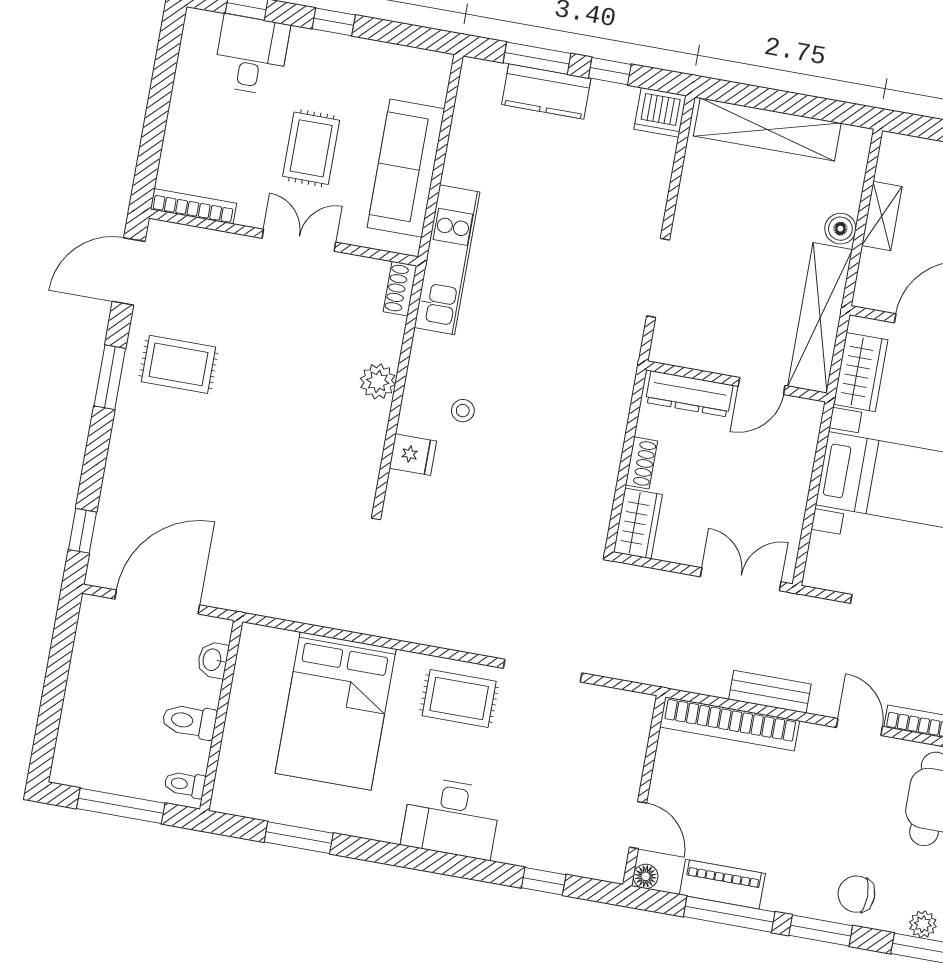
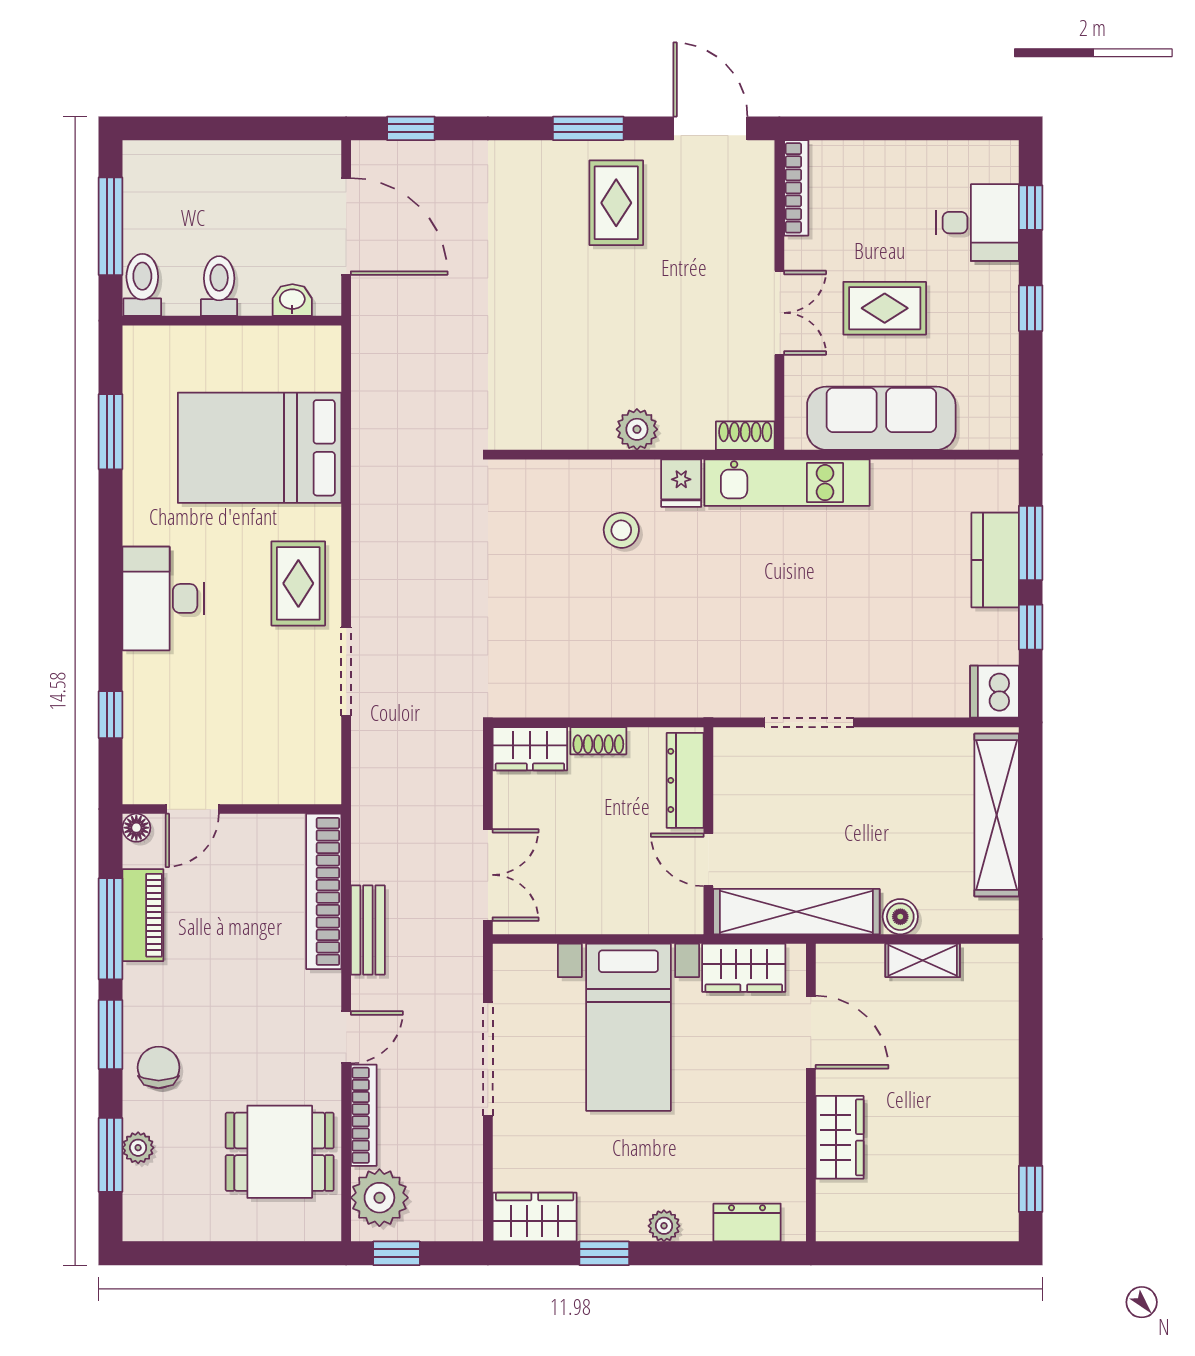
stool: (463, 411) -> (621, 530), width x1.37, depth x1.37
fridge: (413, 455) -> (681, 483), moved
toilet: (185, 784) -> (142, 285), width x1.37, depth x1.39

